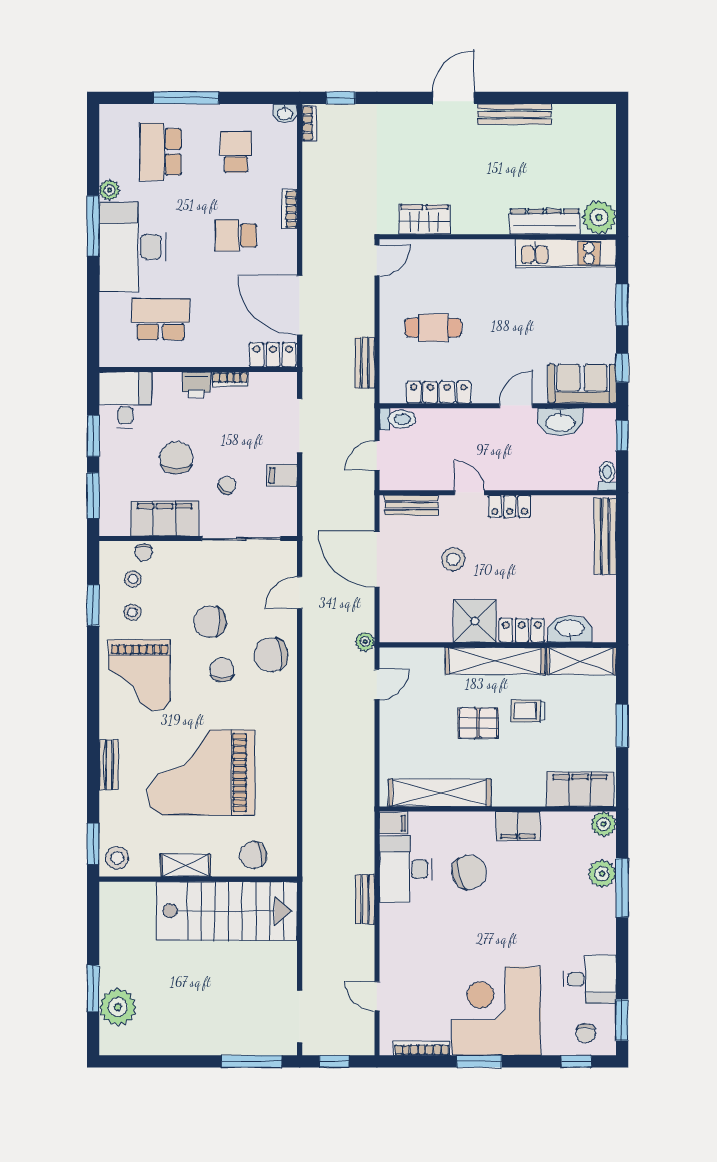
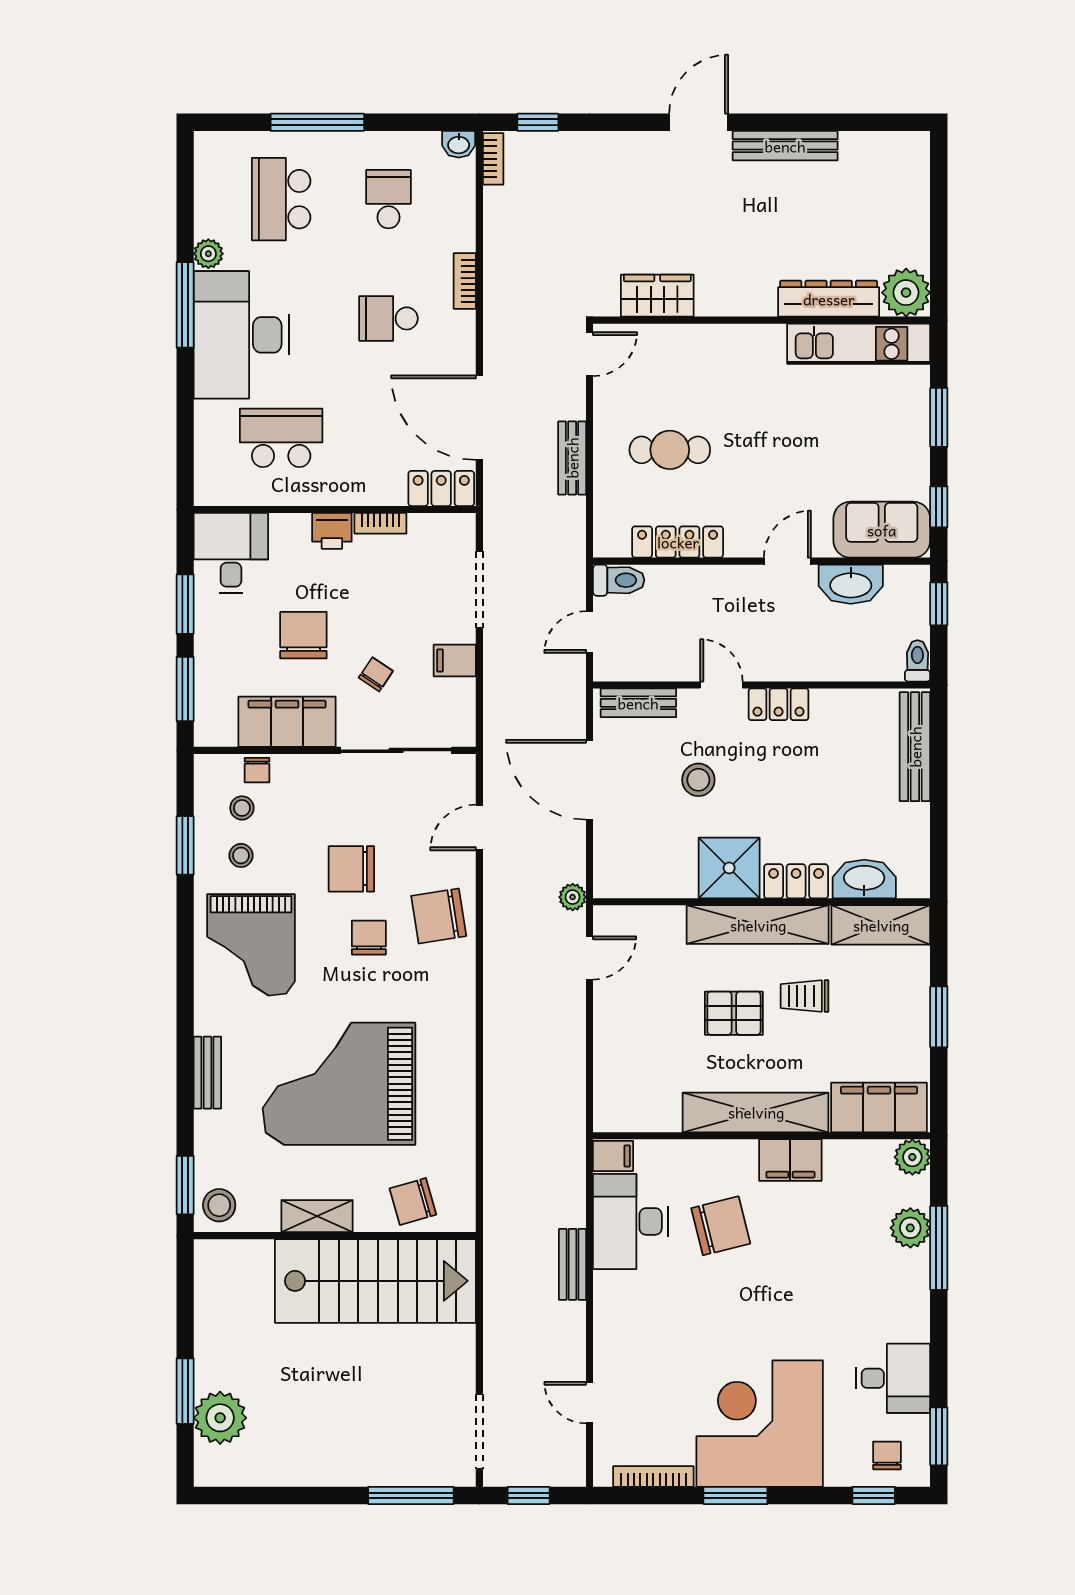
bench: (365, 363) -> (572, 458), moved
shelving: (440, 793) -> (756, 1112), moved
chair: (586, 1033) -> (887, 1455), turned 180

